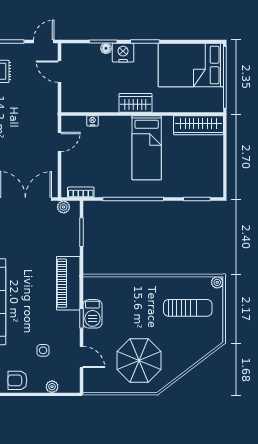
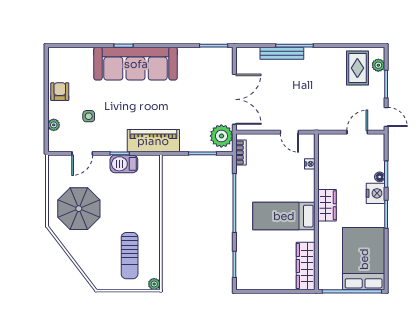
plant: (64, 207) -> (221, 136), width x1.87, depth x1.87

